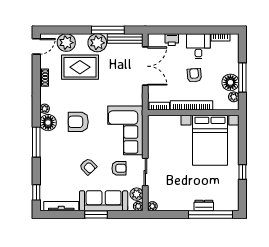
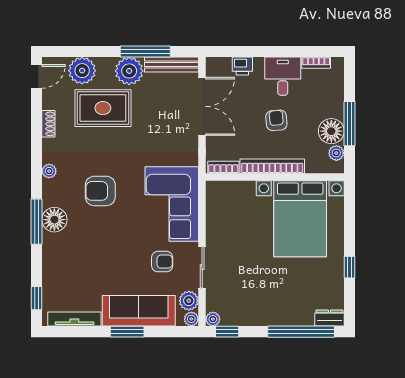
floor lamp: (48, 123) -> (54, 220), moved
armchair: (88, 167) -> (115, 259), removed
dresser: (204, 206) -> (329, 318), moved
window: (162, 215) -> (227, 332), added

